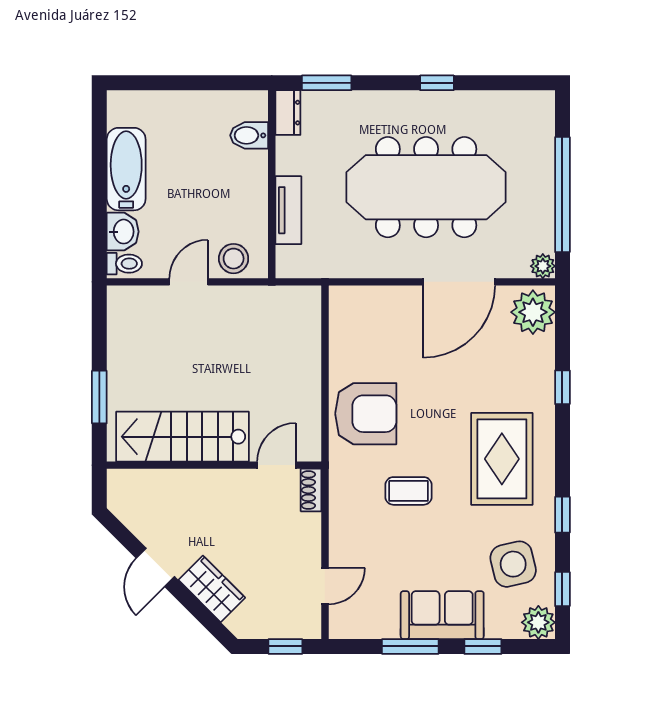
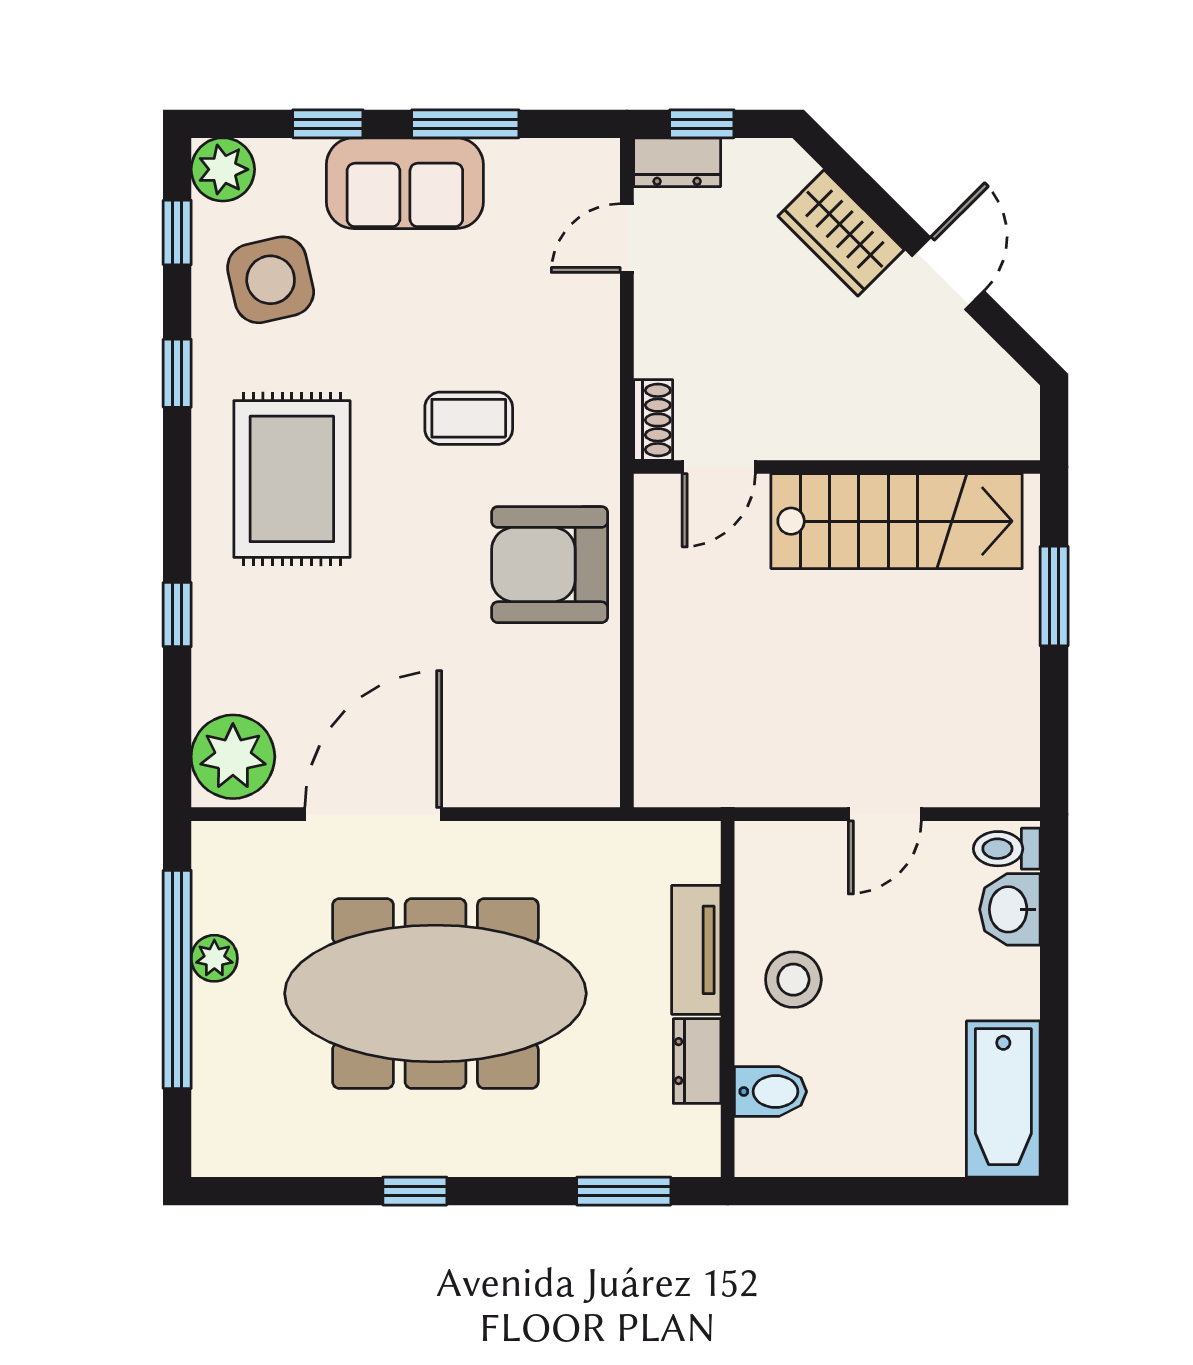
dresser: (288, 113) -> (697, 1061), moved
bathtub: (126, 169) -> (1003, 1099), moved
stool: (234, 259) -> (793, 980), moved
plant: (543, 266) -> (214, 958), moved
dresser: (298, 626) -> (677, 162), added

